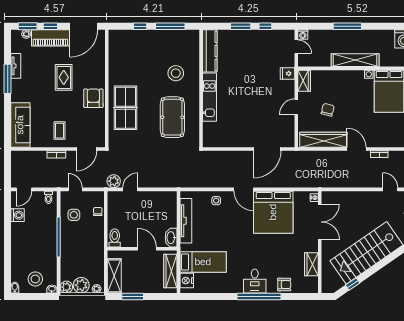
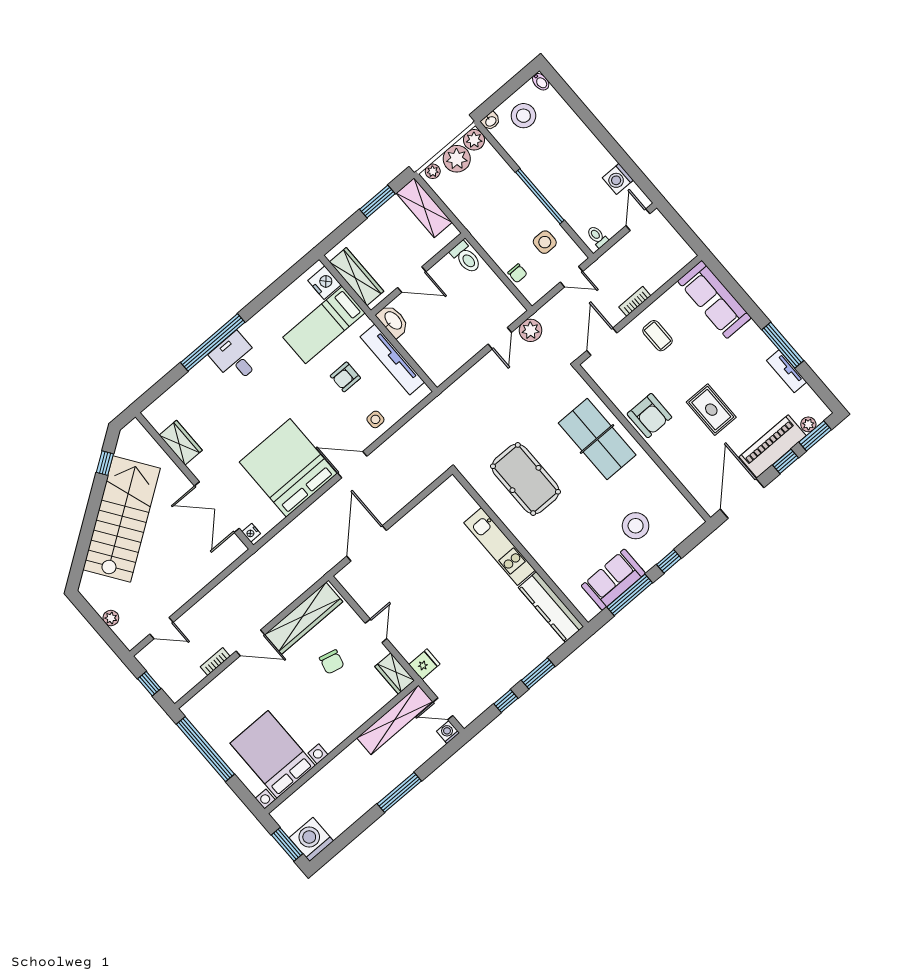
sofa: (172, 39) -> (613, 580), added
shelving: (355, 60) -> (395, 720), moved
stool: (176, 73) -> (636, 526), moved
armchair: (284, 285) -> (345, 377), moved

